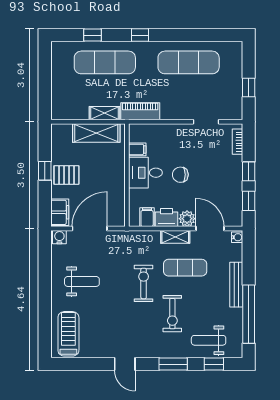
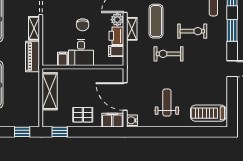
window: (45, 98) -> (22, 132), added
shelving: (104, 113) -> (34, 28), moved
window: (45, 171) -> (60, 132), moved
pallet: (66, 175) -> (83, 115), turned 90

